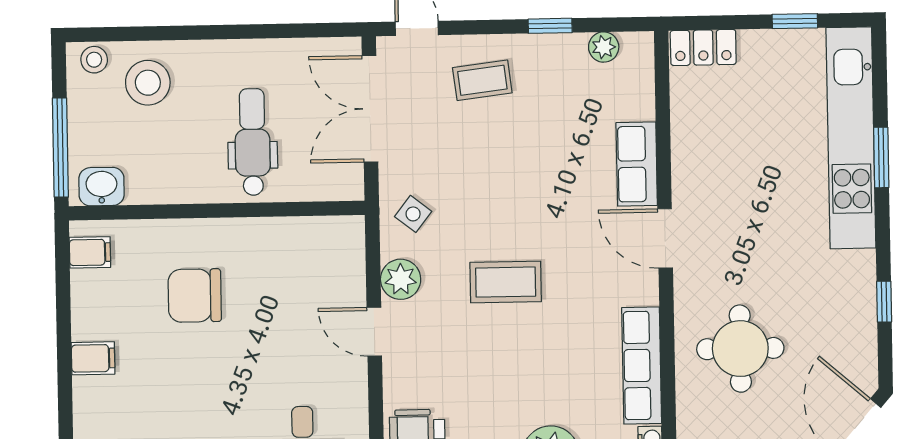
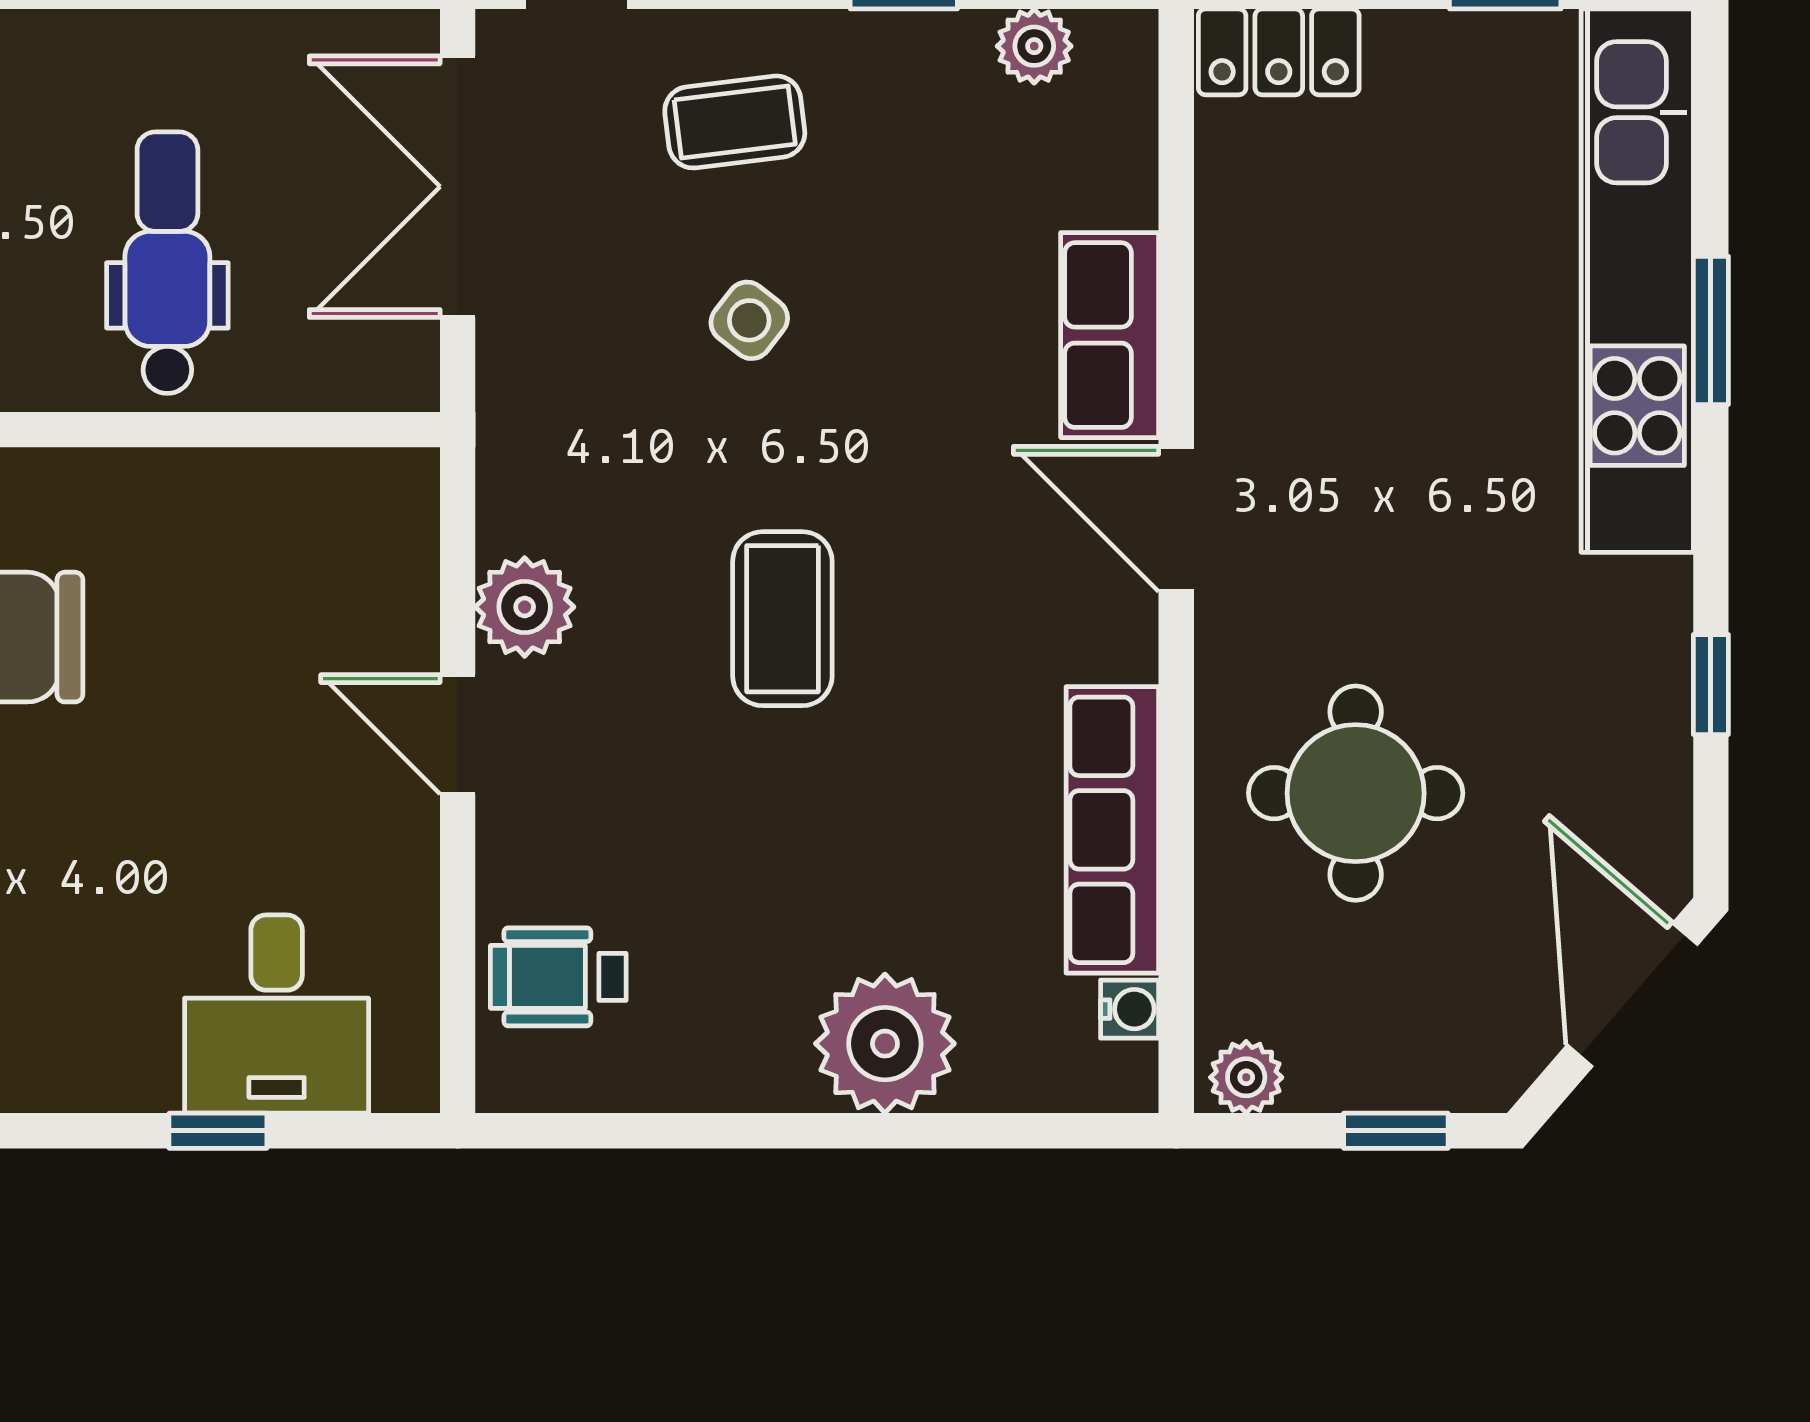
side table: (413, 214) -> (749, 320), moved
coffee table: (506, 282) -> (782, 619), turned 90

